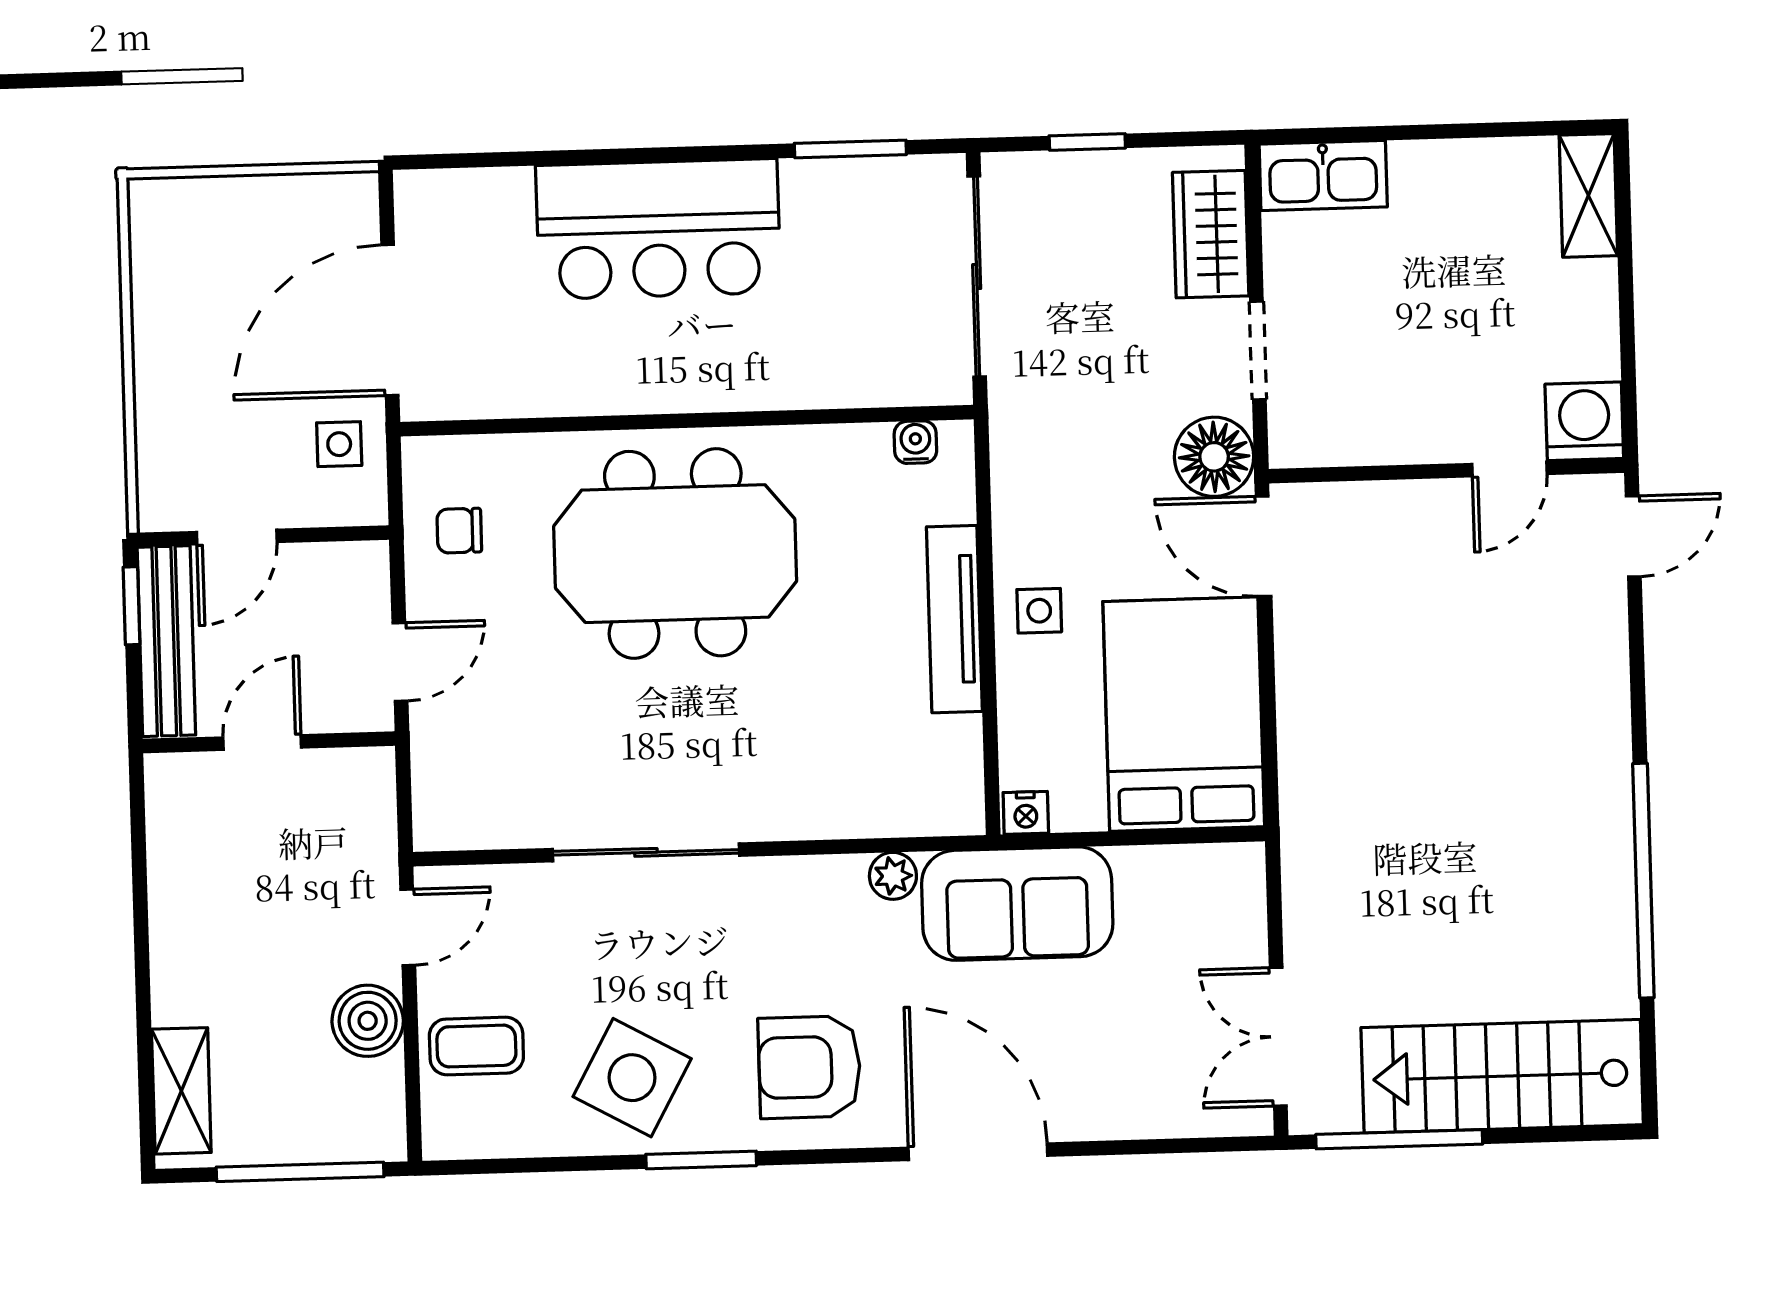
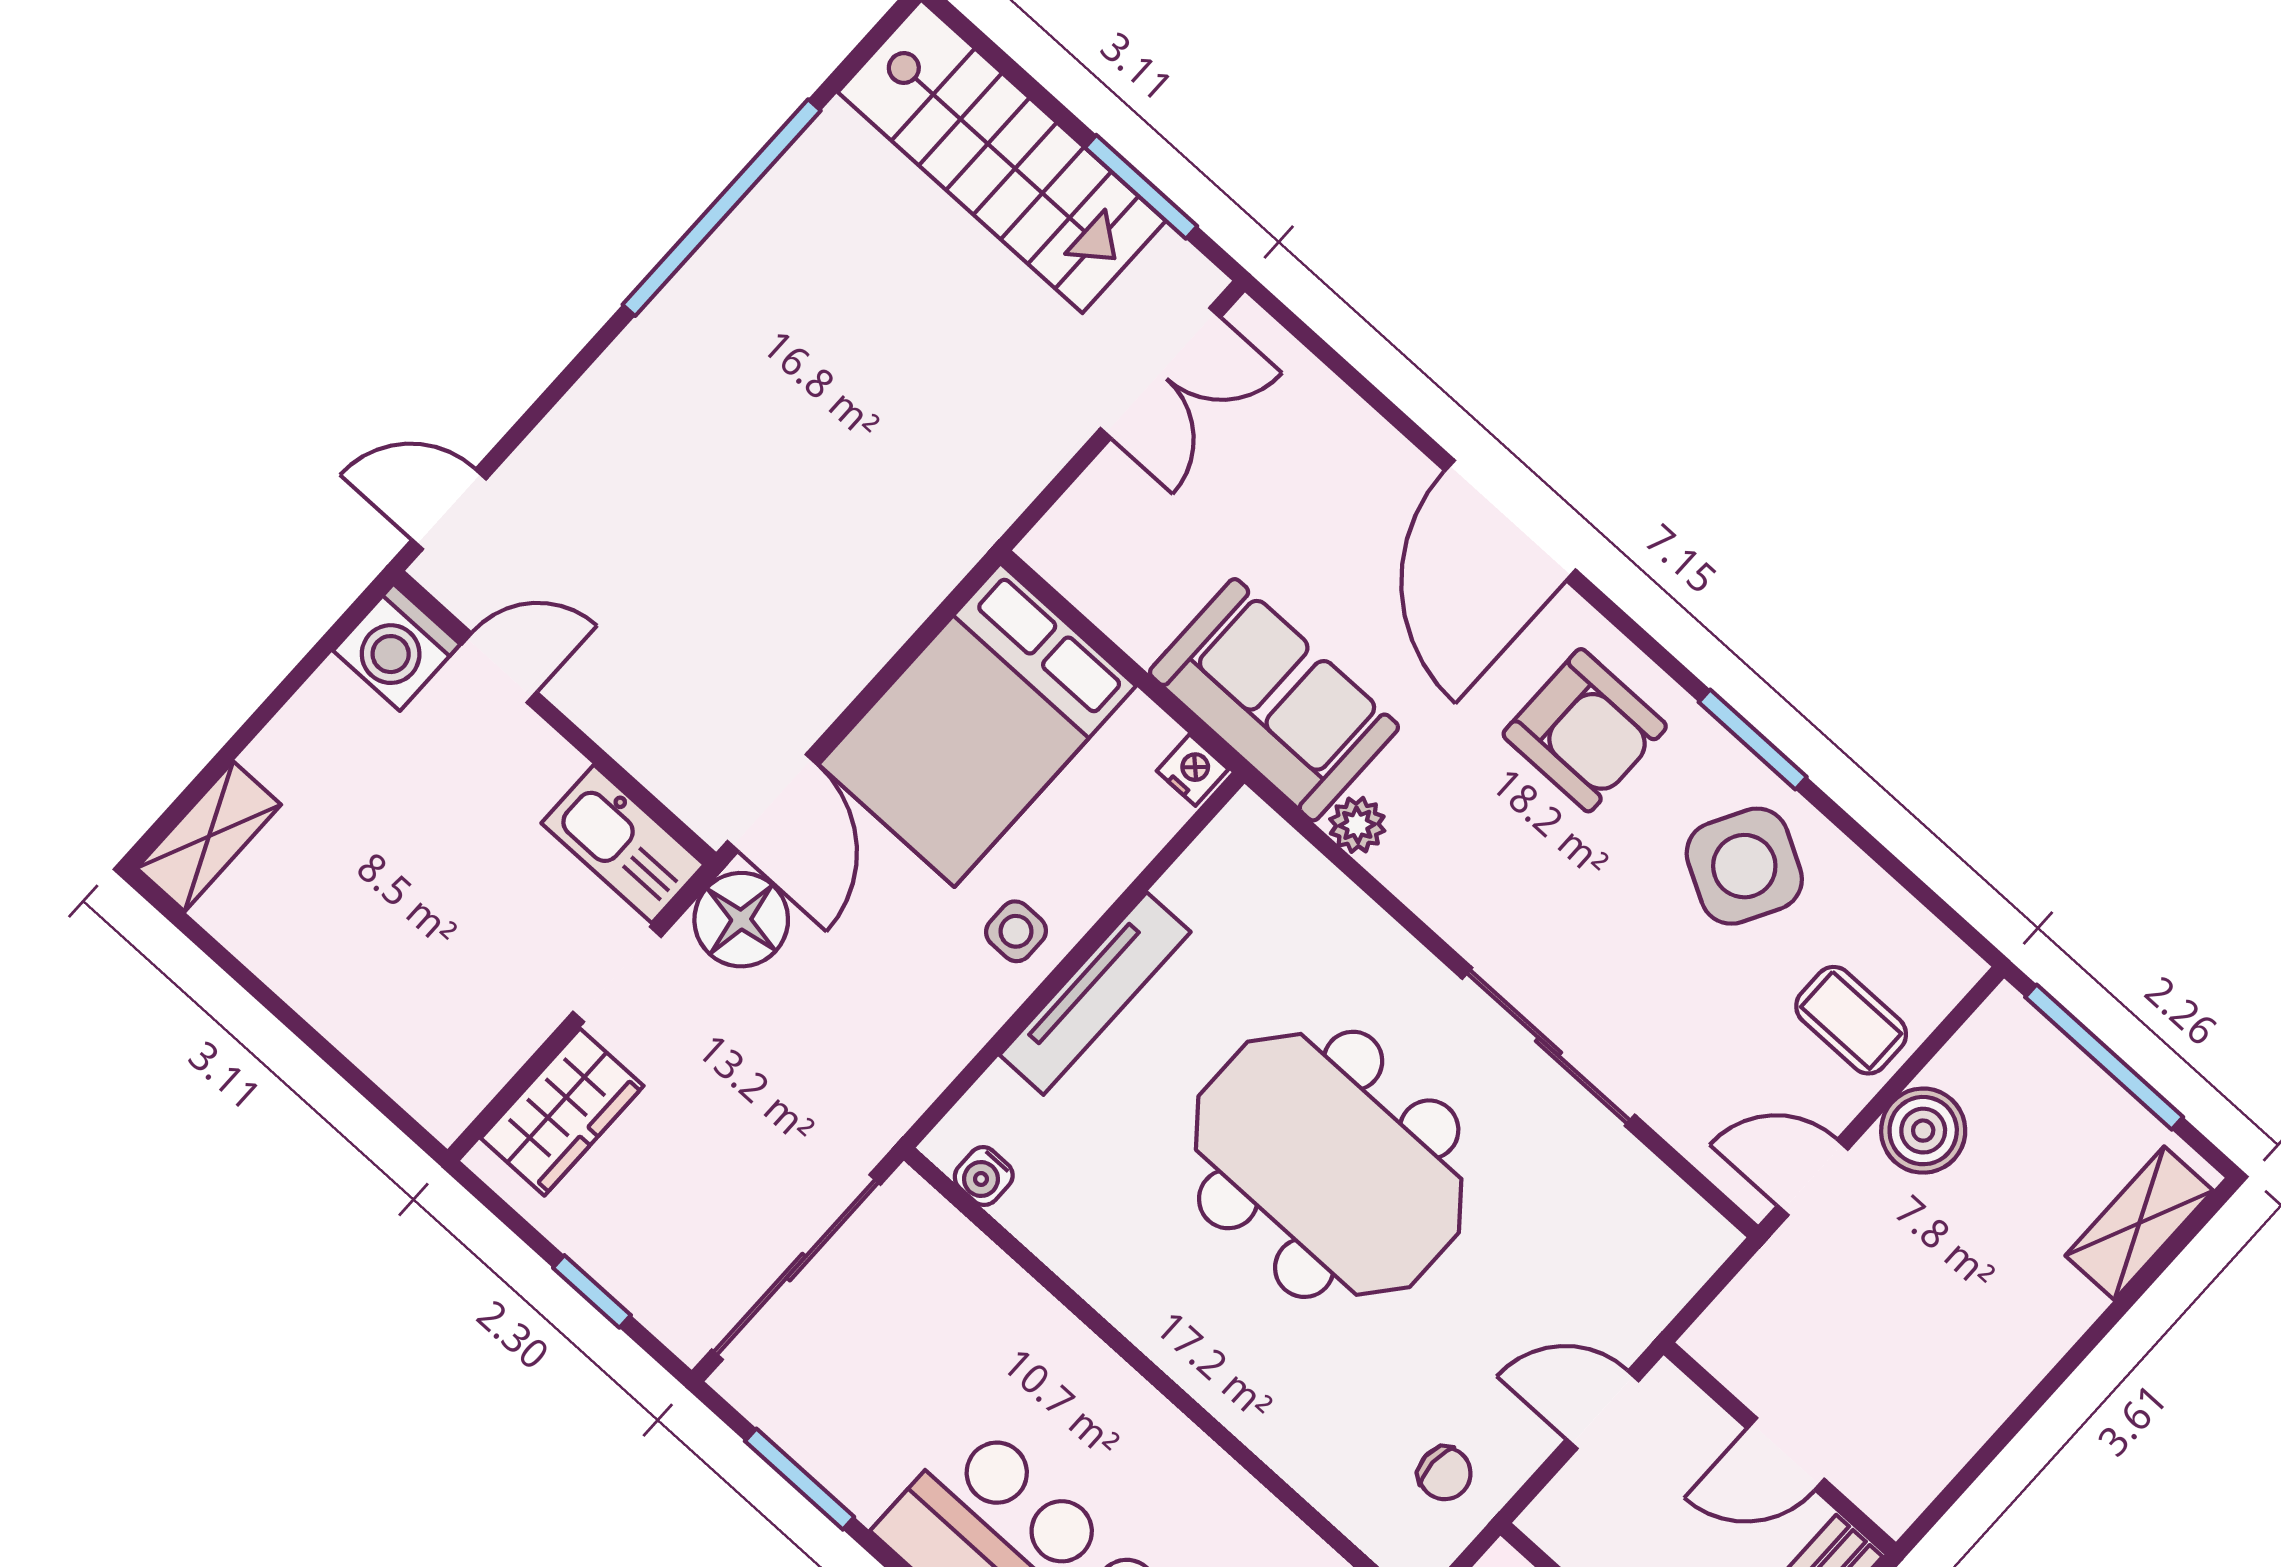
kitchen sink: (1323, 176) -> (623, 844), moved, turned 180
meeting table: (675, 554) -> (1329, 1164), moved
window: (1399, 1139) -> (1141, 187), width x0.69

